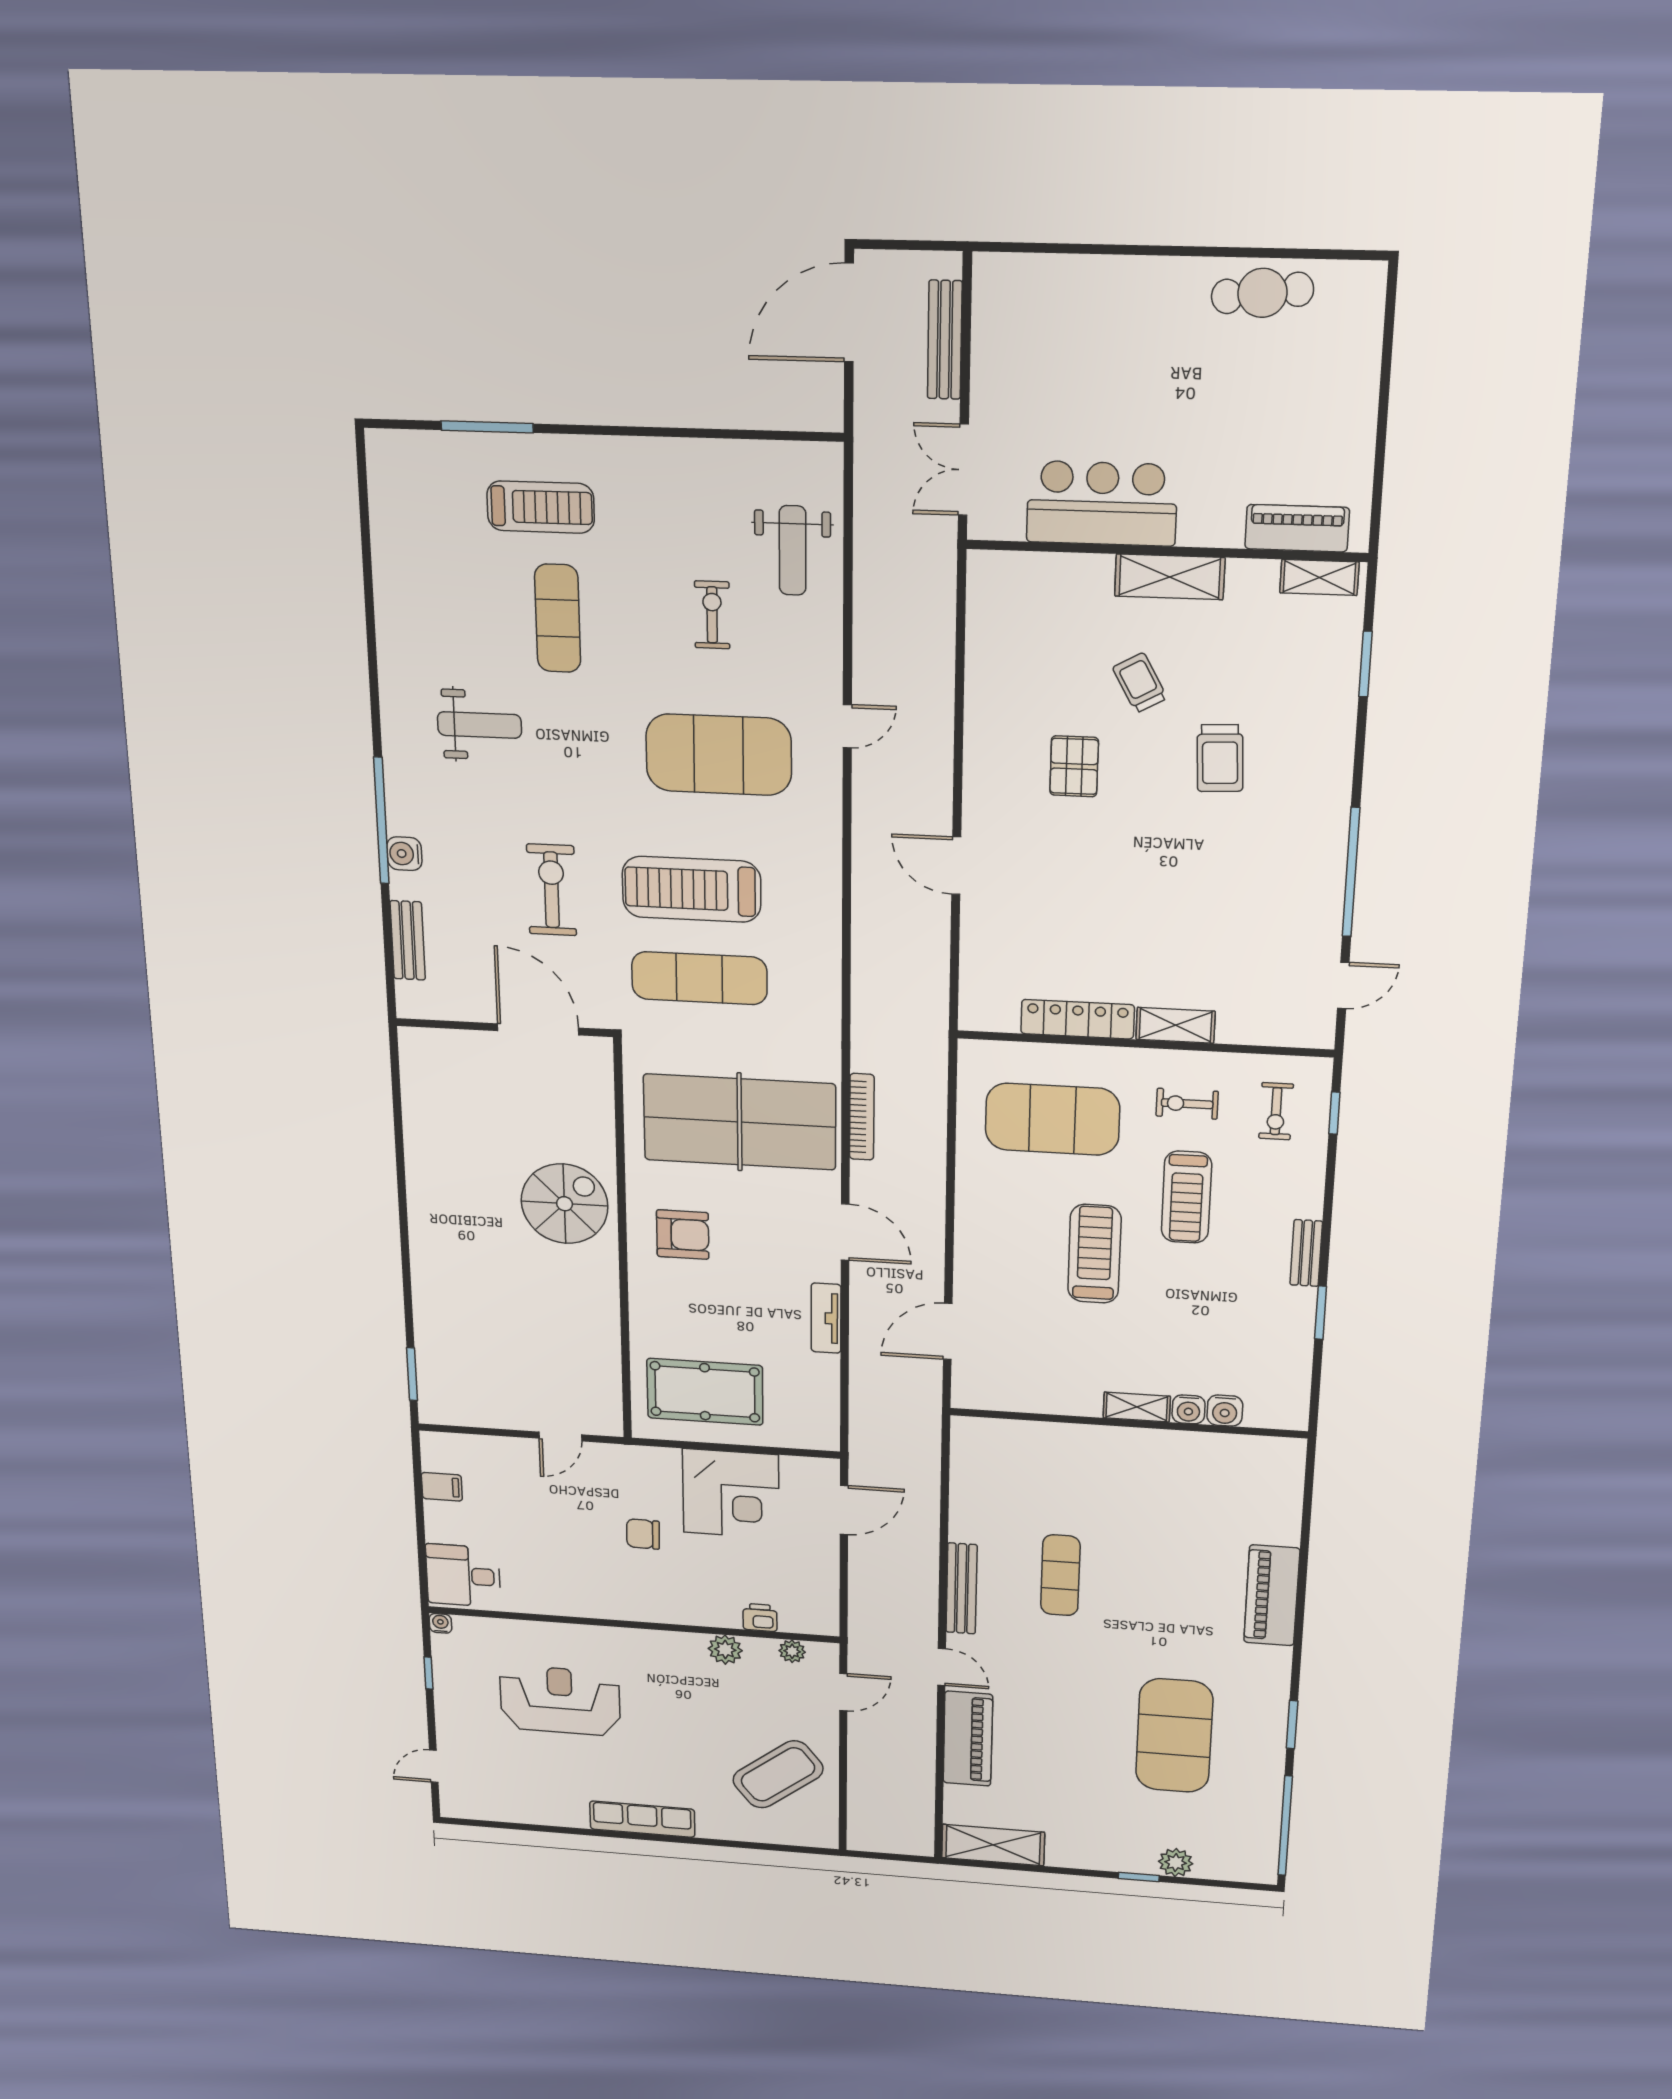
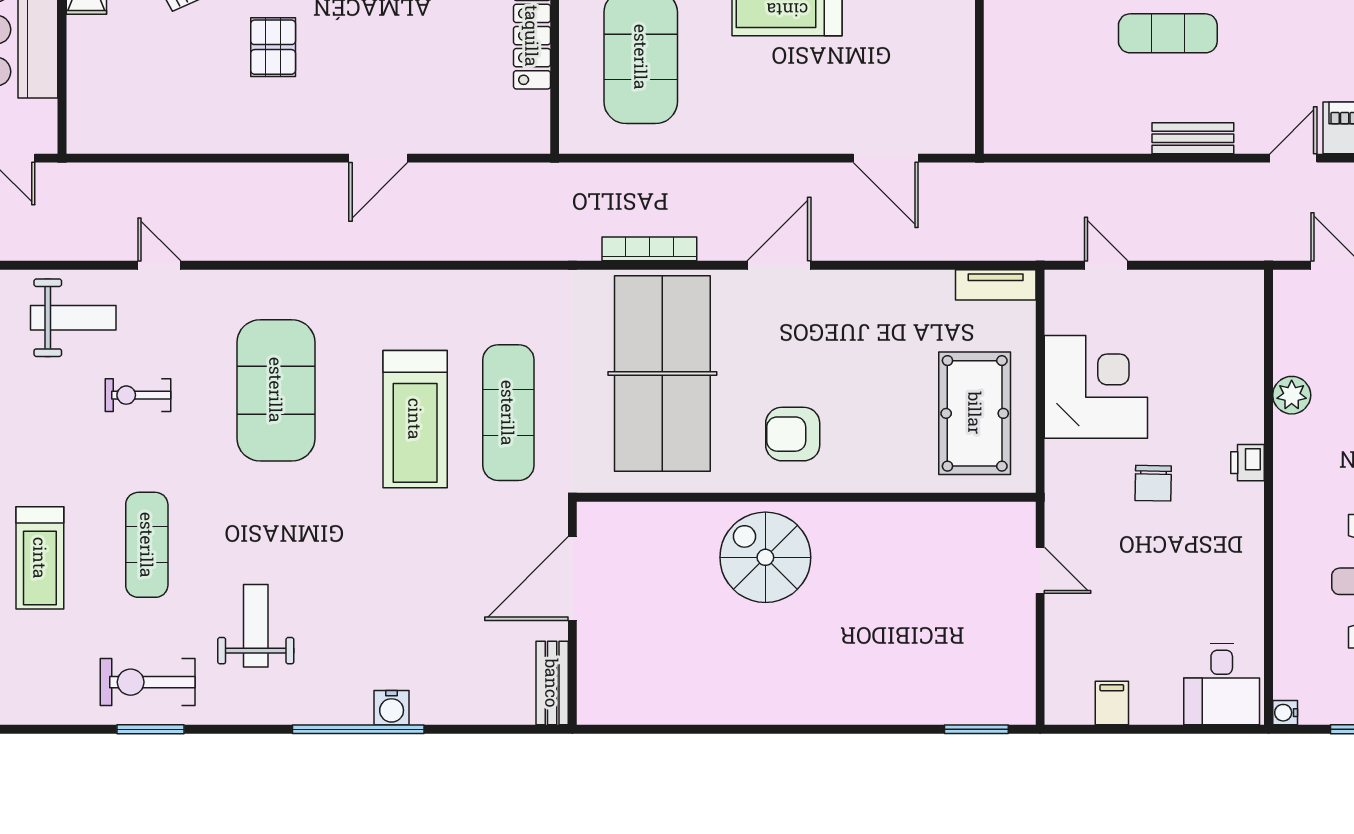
treadmill: (541, 507) -> (40, 558), turned 180
window: (370, 615) -> (150, 729), added
exercise mat: (558, 618) -> (147, 545), turned 90
door: (847, 726) -> (159, 265), moved
pallet: (1074, 766) -> (273, 47), turned 90
exercise bike: (552, 890) -> (148, 682), moved
bench: (408, 940) -> (552, 683), moved, turned 90
armchair: (683, 1235) -> (793, 434), turned -90
tv unit: (826, 1318) -> (996, 285), moved
door: (844, 1510) -> (1106, 265), width x0.73
bench: (962, 1589) -> (1193, 138), width x0.73
printer: (760, 1618) -> (1248, 463), moved
plant: (792, 1651) -> (1287, 321), removed

